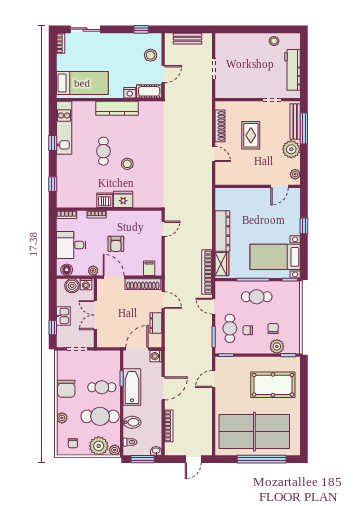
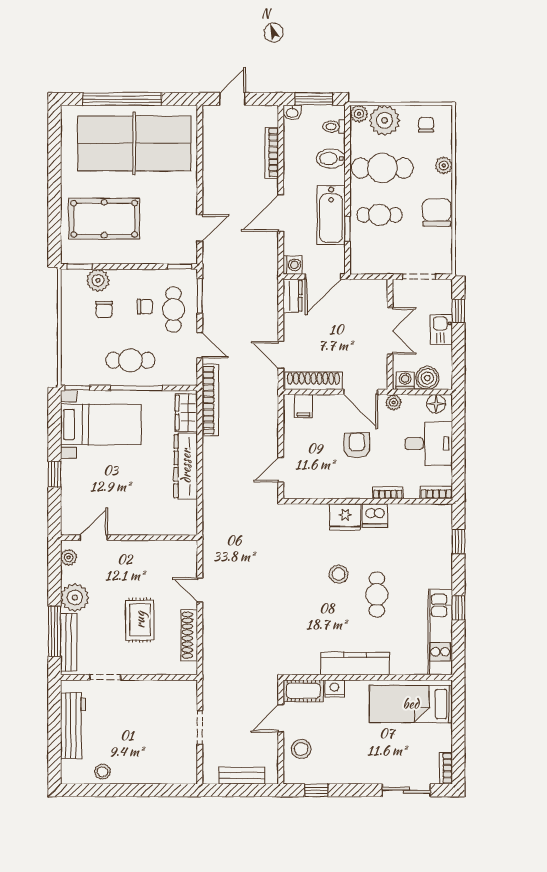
dresser: (156, 323) -> (293, 296), moved

